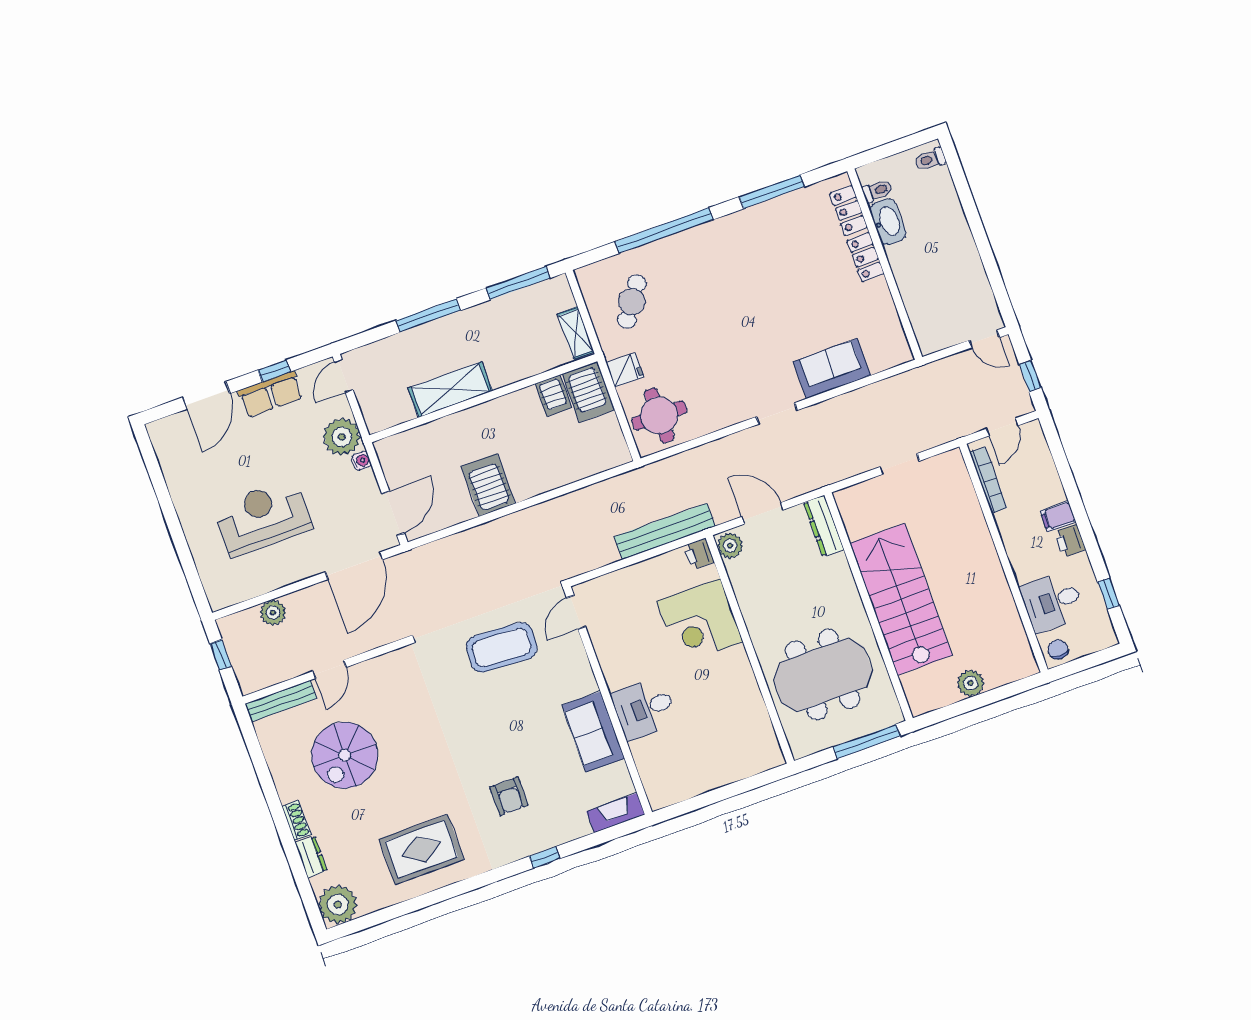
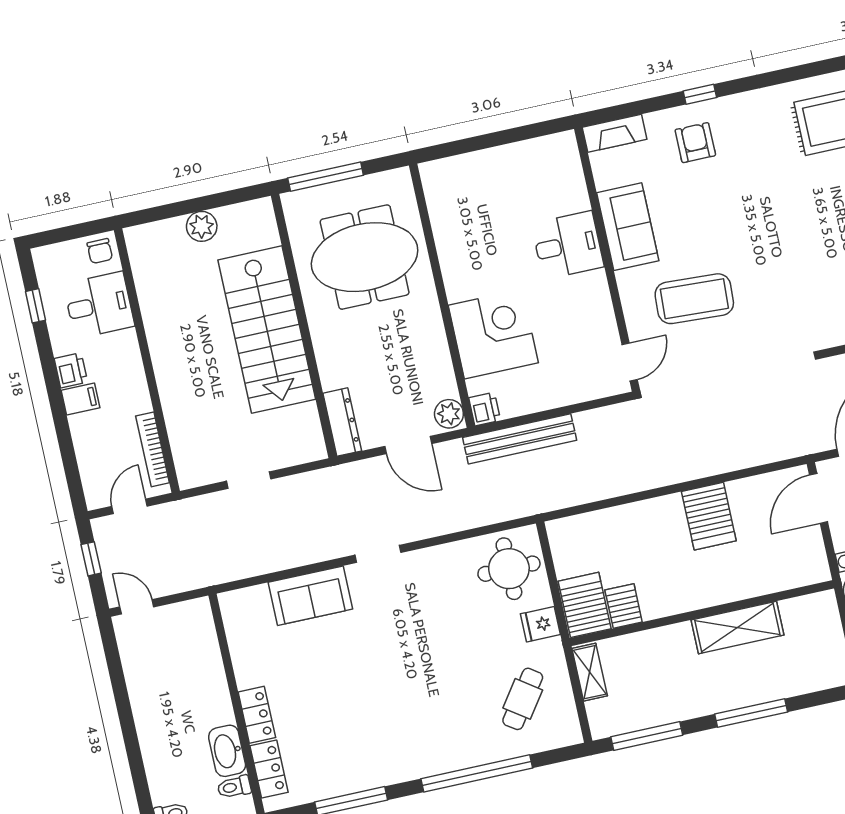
coffee table: (502, 647) -> (694, 299), moved
armchair: (509, 796) -> (695, 143), moved

